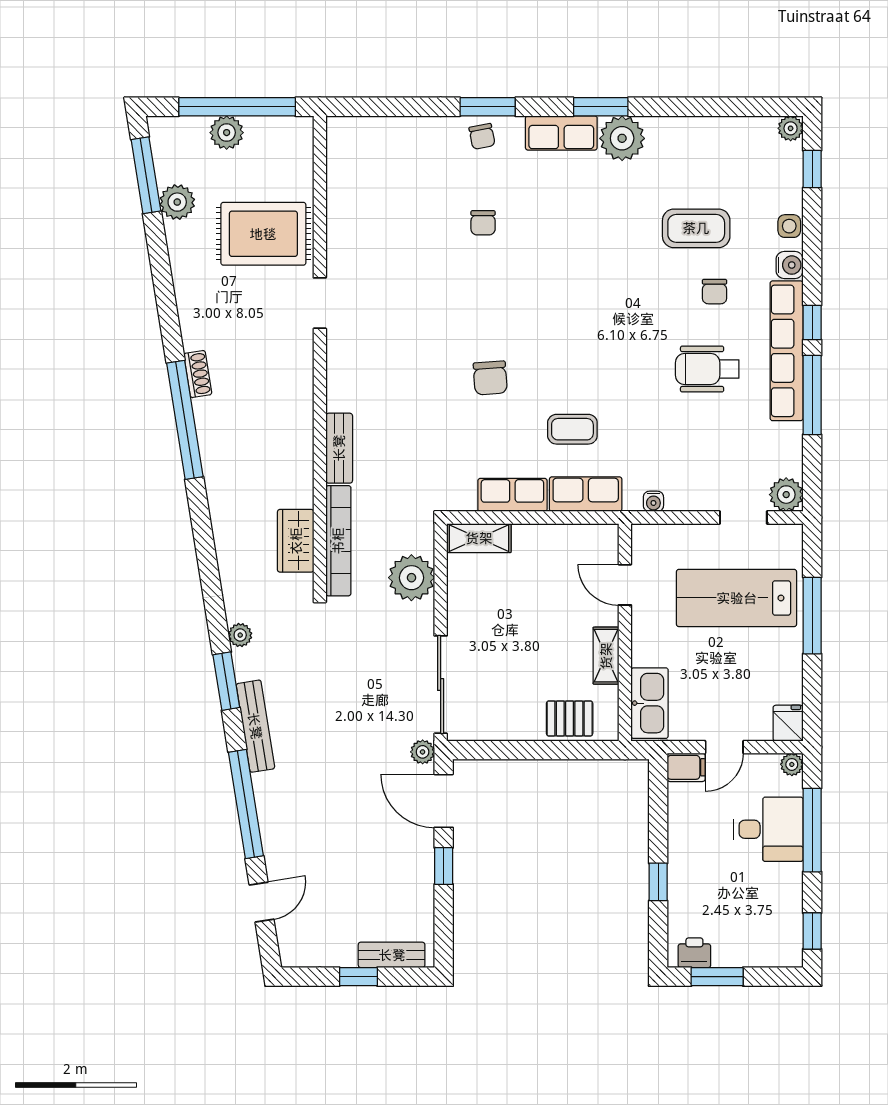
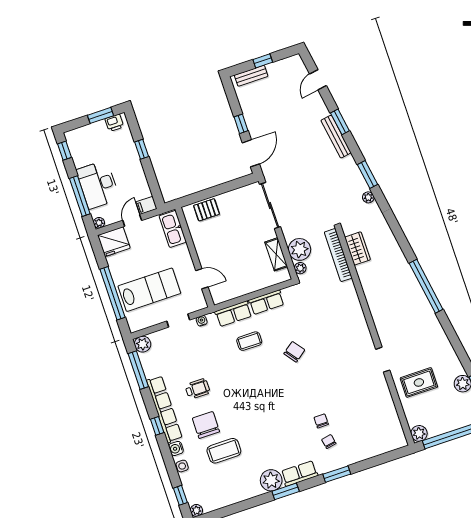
plant: (227, 133) -> (419, 433), moved
chair: (482, 136) -> (329, 442), moved
rug: (263, 234) -> (419, 382), width x0.73, depth x0.70
chair: (715, 292) -> (206, 425), width x1.87, depth x1.87
wheelchair: (707, 369) -> (197, 389), width x0.73, depth x0.73
shoe rack: (198, 374) -> (427, 309), removed
chair: (490, 378) -> (294, 352), turned 57
window: (812, 395) -> (138, 370), moved
bench: (339, 448) -> (352, 297), removed
doorway: (743, 518) -> (178, 321), moved
shelving: (479, 538) -> (276, 254), moved, turned 90
window: (812, 616) -> (112, 293), width x1.46
shelving: (606, 656) -> (200, 244), removed
fridge: (788, 723) -> (114, 242), width x1.88, depth x1.34
bench: (255, 726) -> (336, 137), moved
plant: (423, 752) -> (300, 268), moved
door: (444, 801) -> (251, 153), hinge flipped
window: (246, 804) -> (340, 122), width x0.47
desk: (768, 829) -> (98, 184), width x1.37

